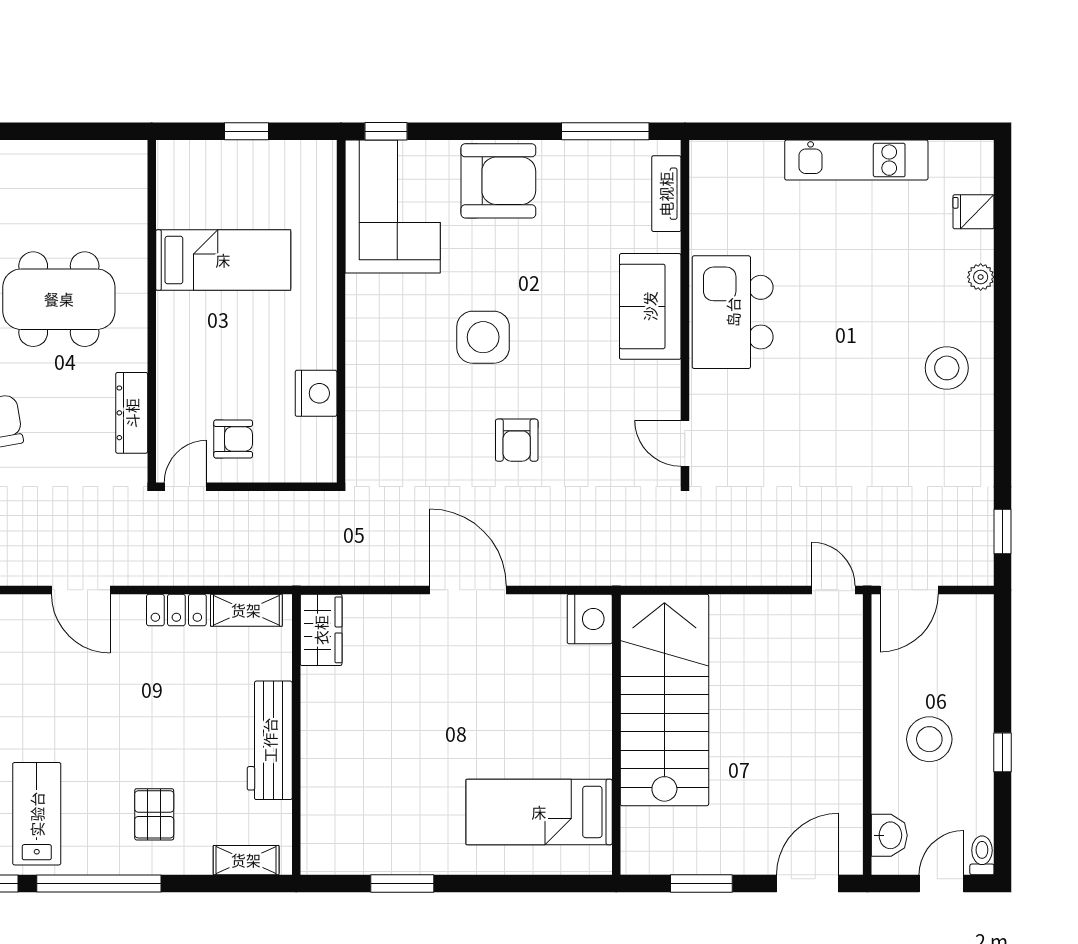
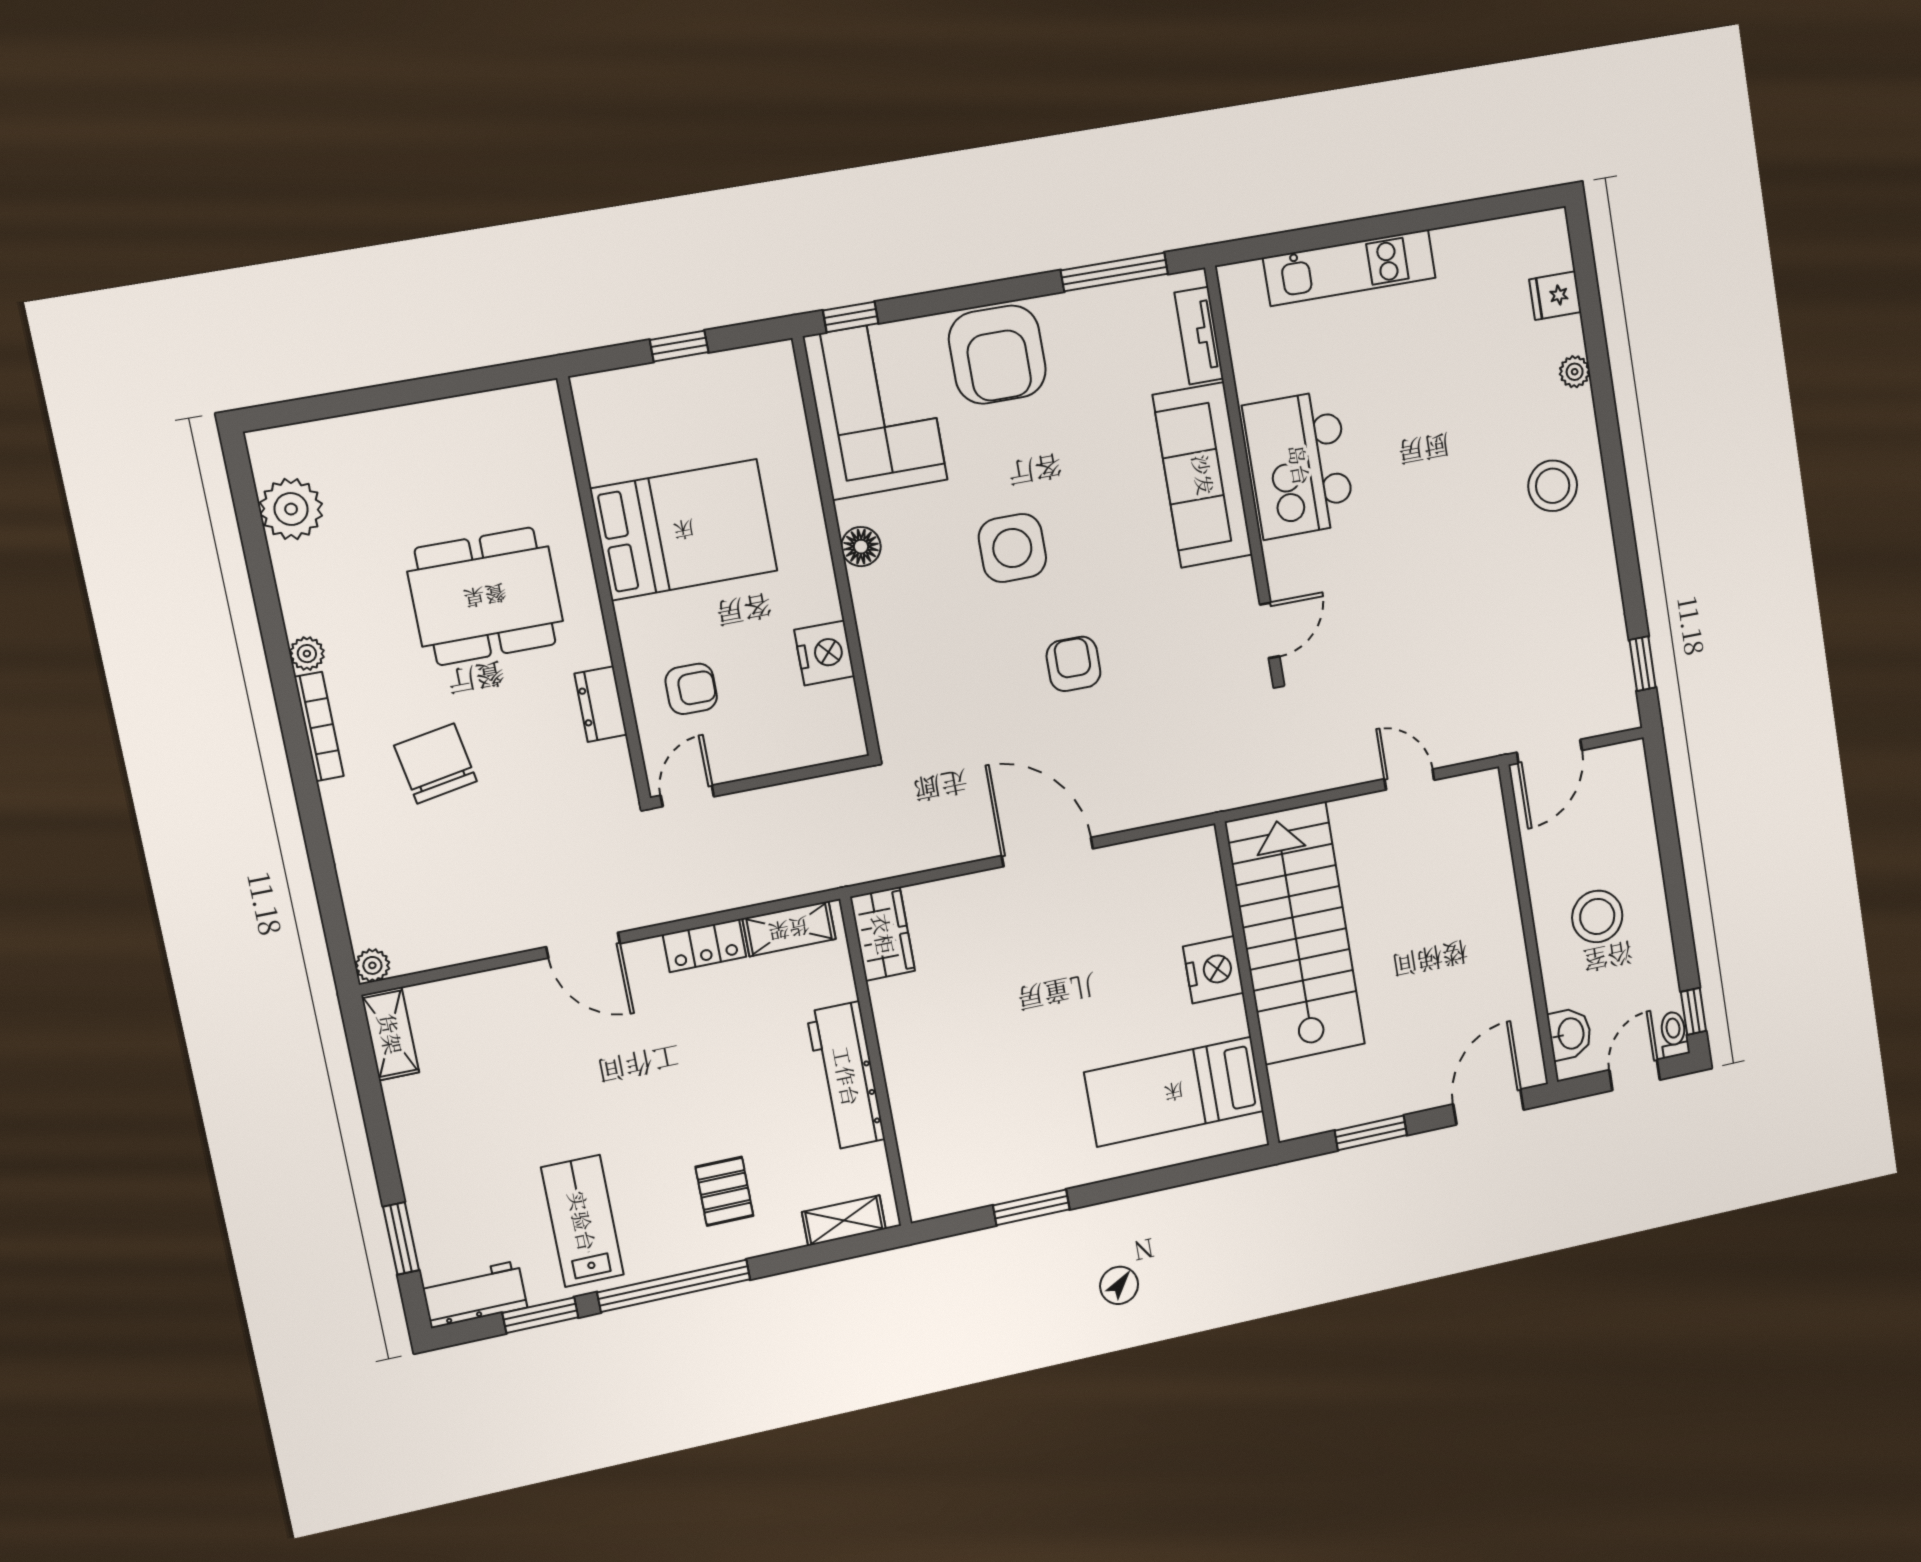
kitchen unit: (856, 160) -> (1350, 268), moved
armchair: (498, 181) -> (997, 355), turned 90
bed: (223, 260) -> (684, 530), width x1.50
sofa: (650, 306) -> (1203, 475), width x1.36
floor lamp: (361, 314) -> (861, 547), added
dresser: (132, 413) -> (601, 704), width x0.70
armchair: (233, 439) -> (691, 689), moved
armchair: (517, 440) -> (1073, 664), turned 180
door: (685, 443) -> (1270, 630), swing flipped
door: (833, 590) -> (1409, 779), moved
nightstand: (590, 619) -> (1213, 970), moved
window: (1003, 752) -> (1693, 1011), moved

